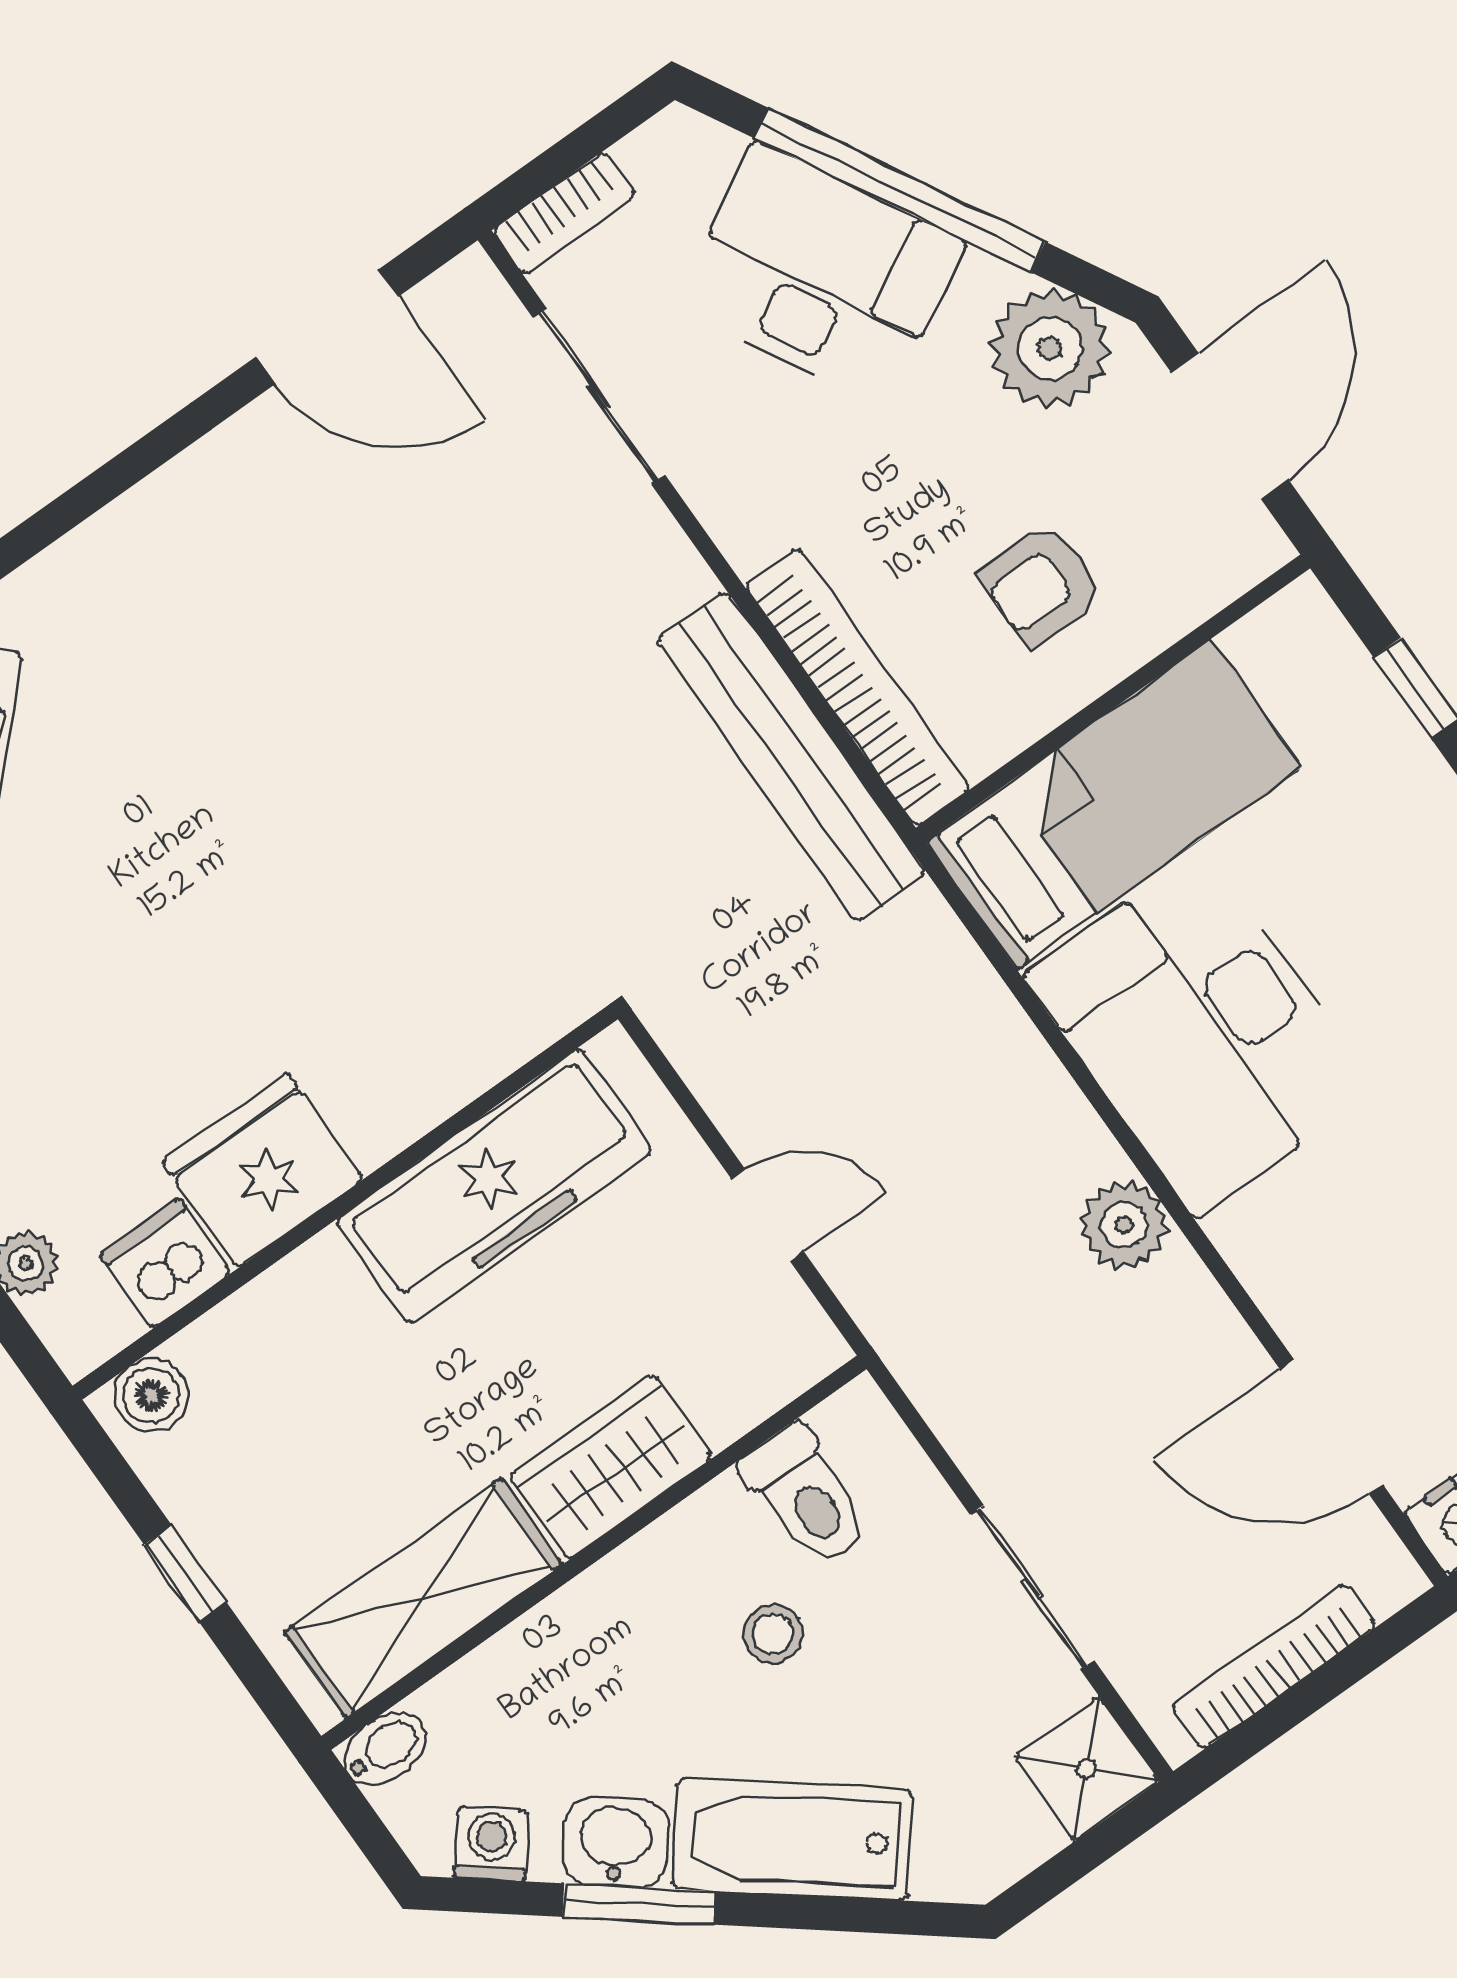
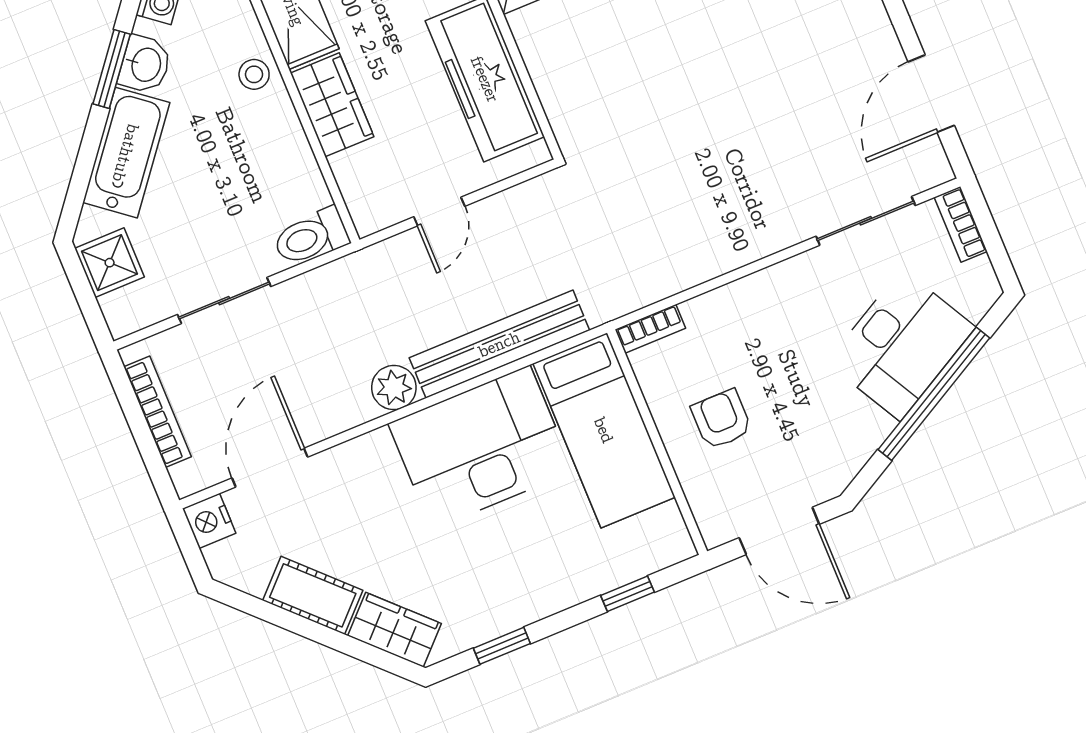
plant: (1050, 348) -> (838, 450), removed
bookcase: (857, 687) -> (650, 329), width x0.43, depth x0.76
bench: (791, 756) -> (499, 344), moved
toilet: (806, 1497) -> (311, 237), moved
stool: (773, 1634) -> (254, 74), moved
shower: (1086, 1769) -> (110, 263), moved

